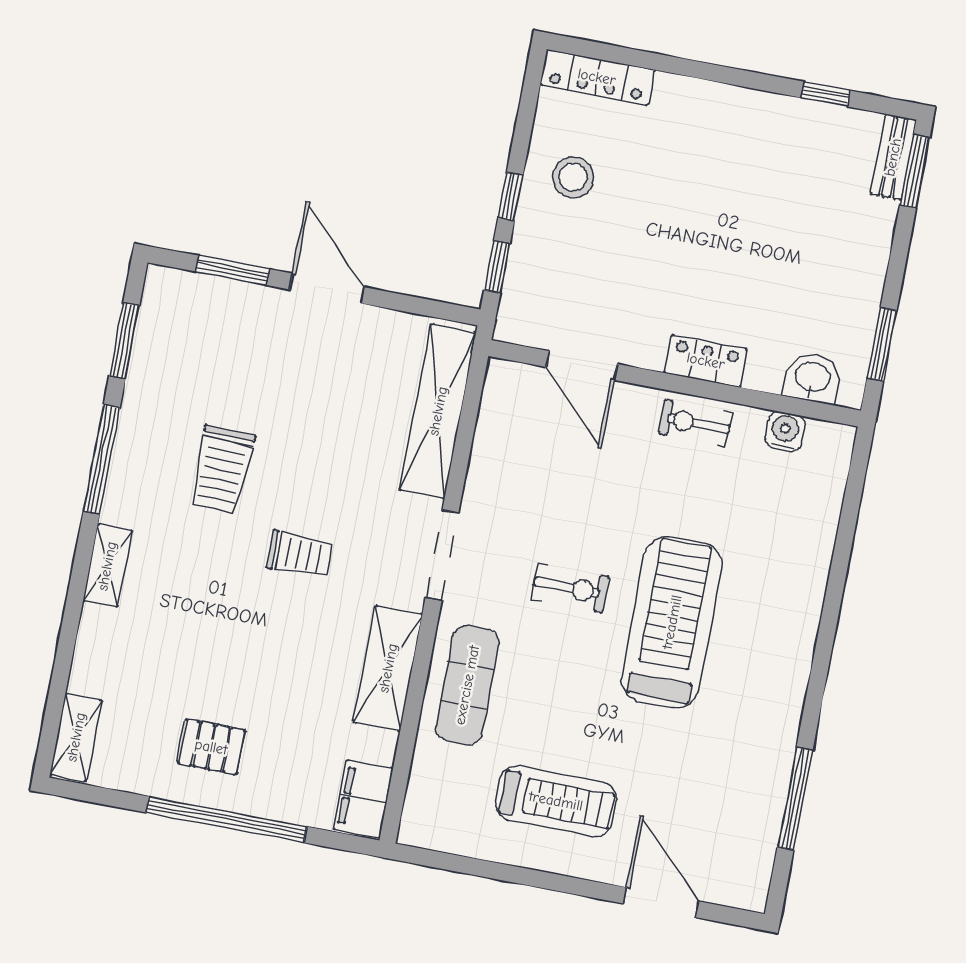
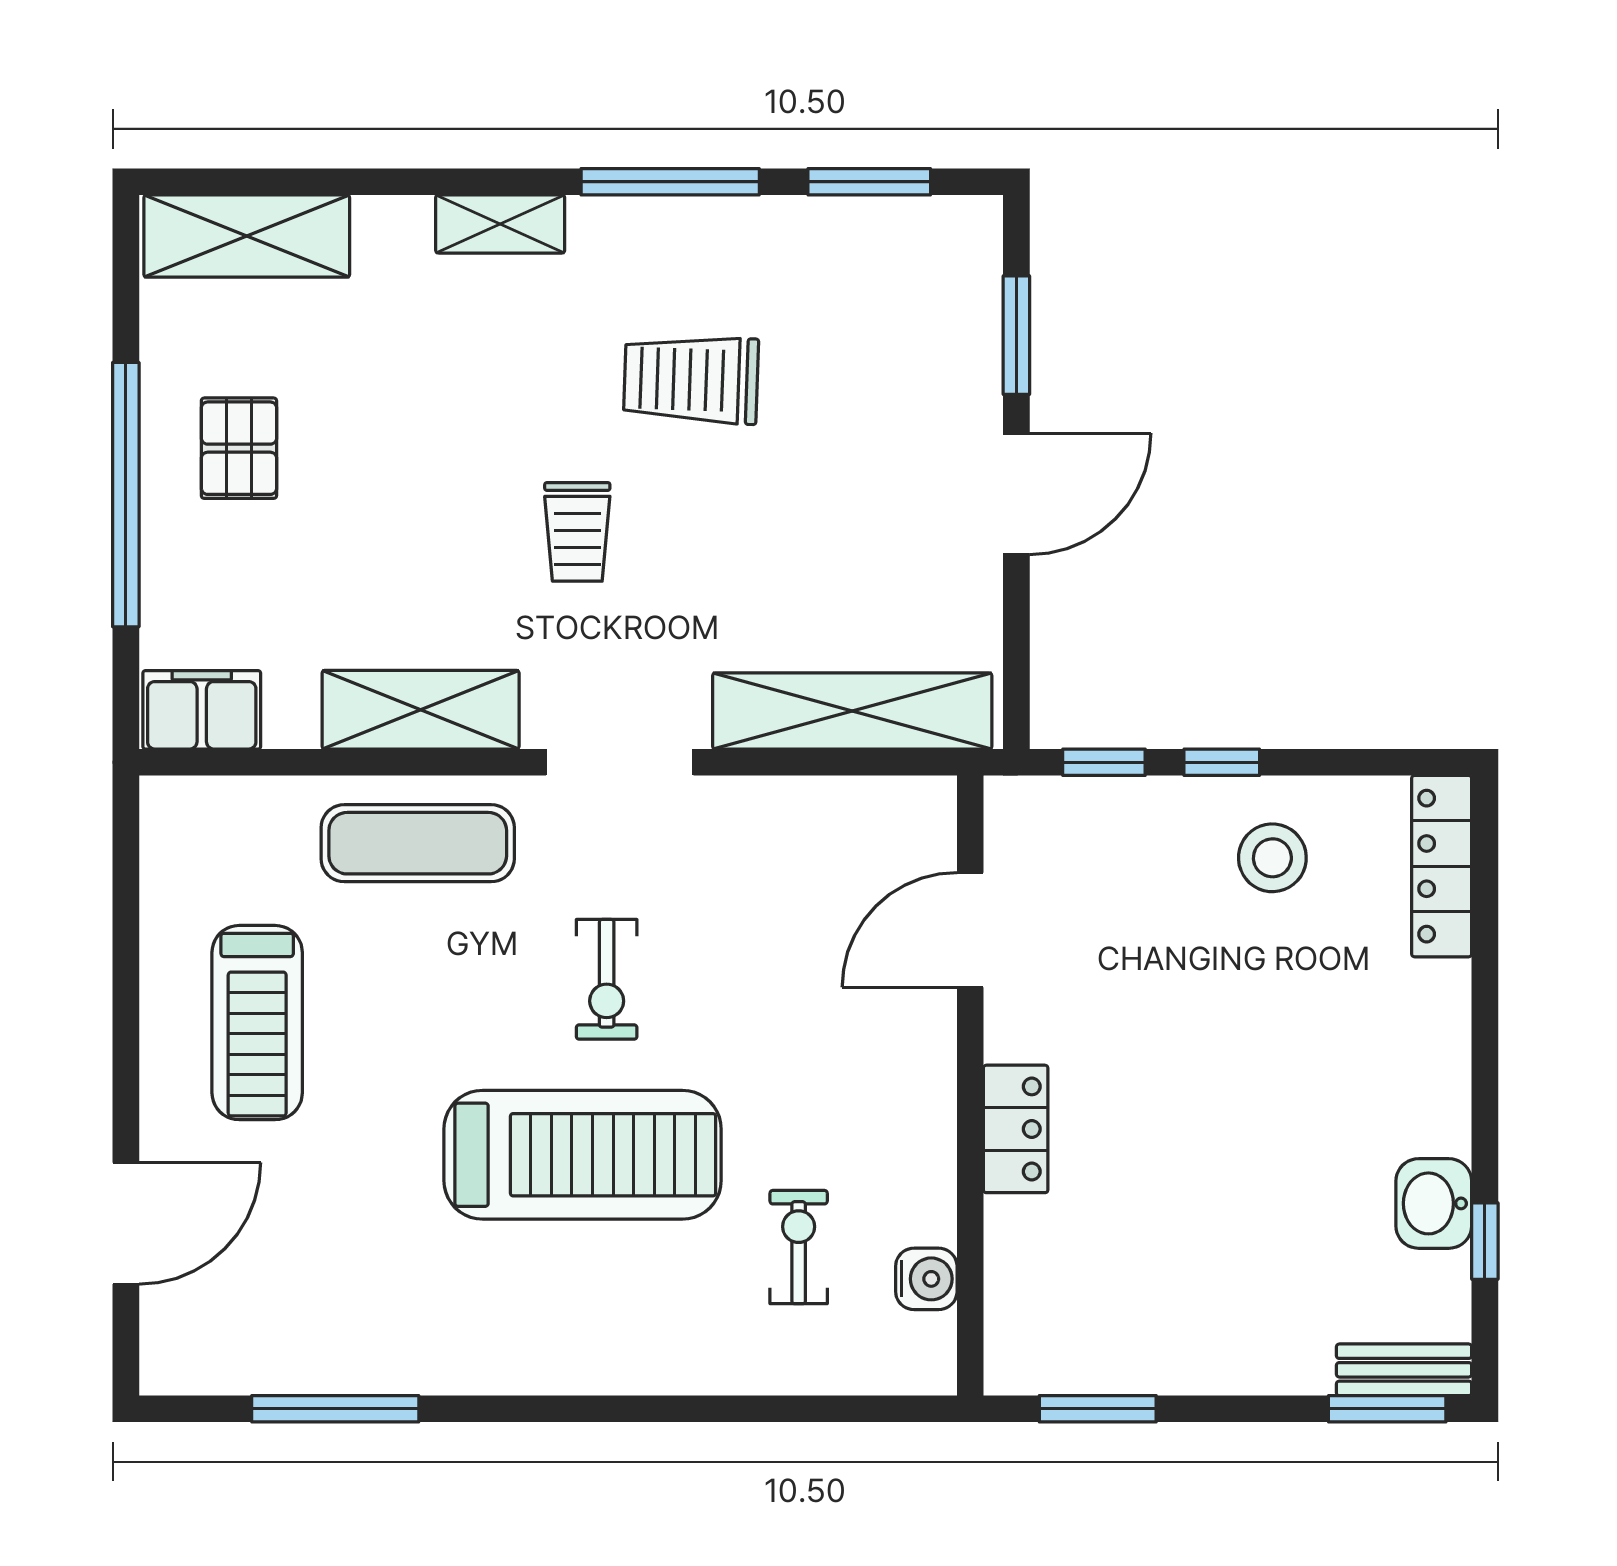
washbasin: (812, 378) -> (1434, 1203), moved, turned 180
exercise bike: (696, 423) -> (799, 1247), moved
shelving: (76, 737) -> (247, 236), width x1.50, depth x1.33

